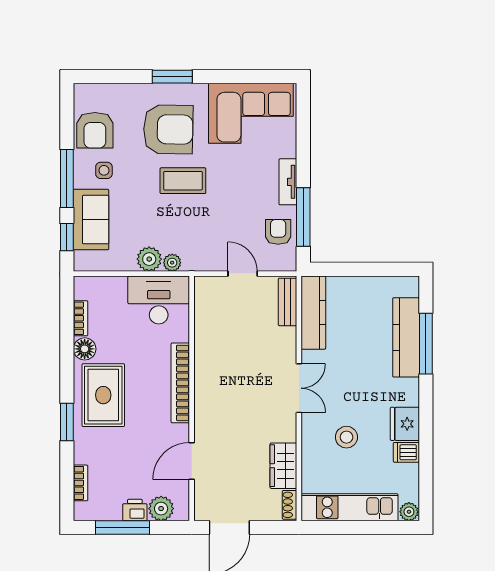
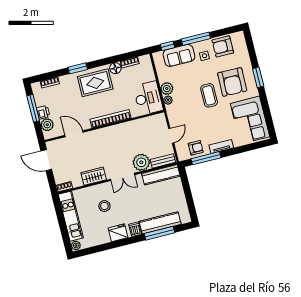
plant: (280, 344) -> (141, 162), added
dishwasher: (406, 452) -> (135, 229), moved
wardrobe: (283, 466) -> (94, 176), moved

